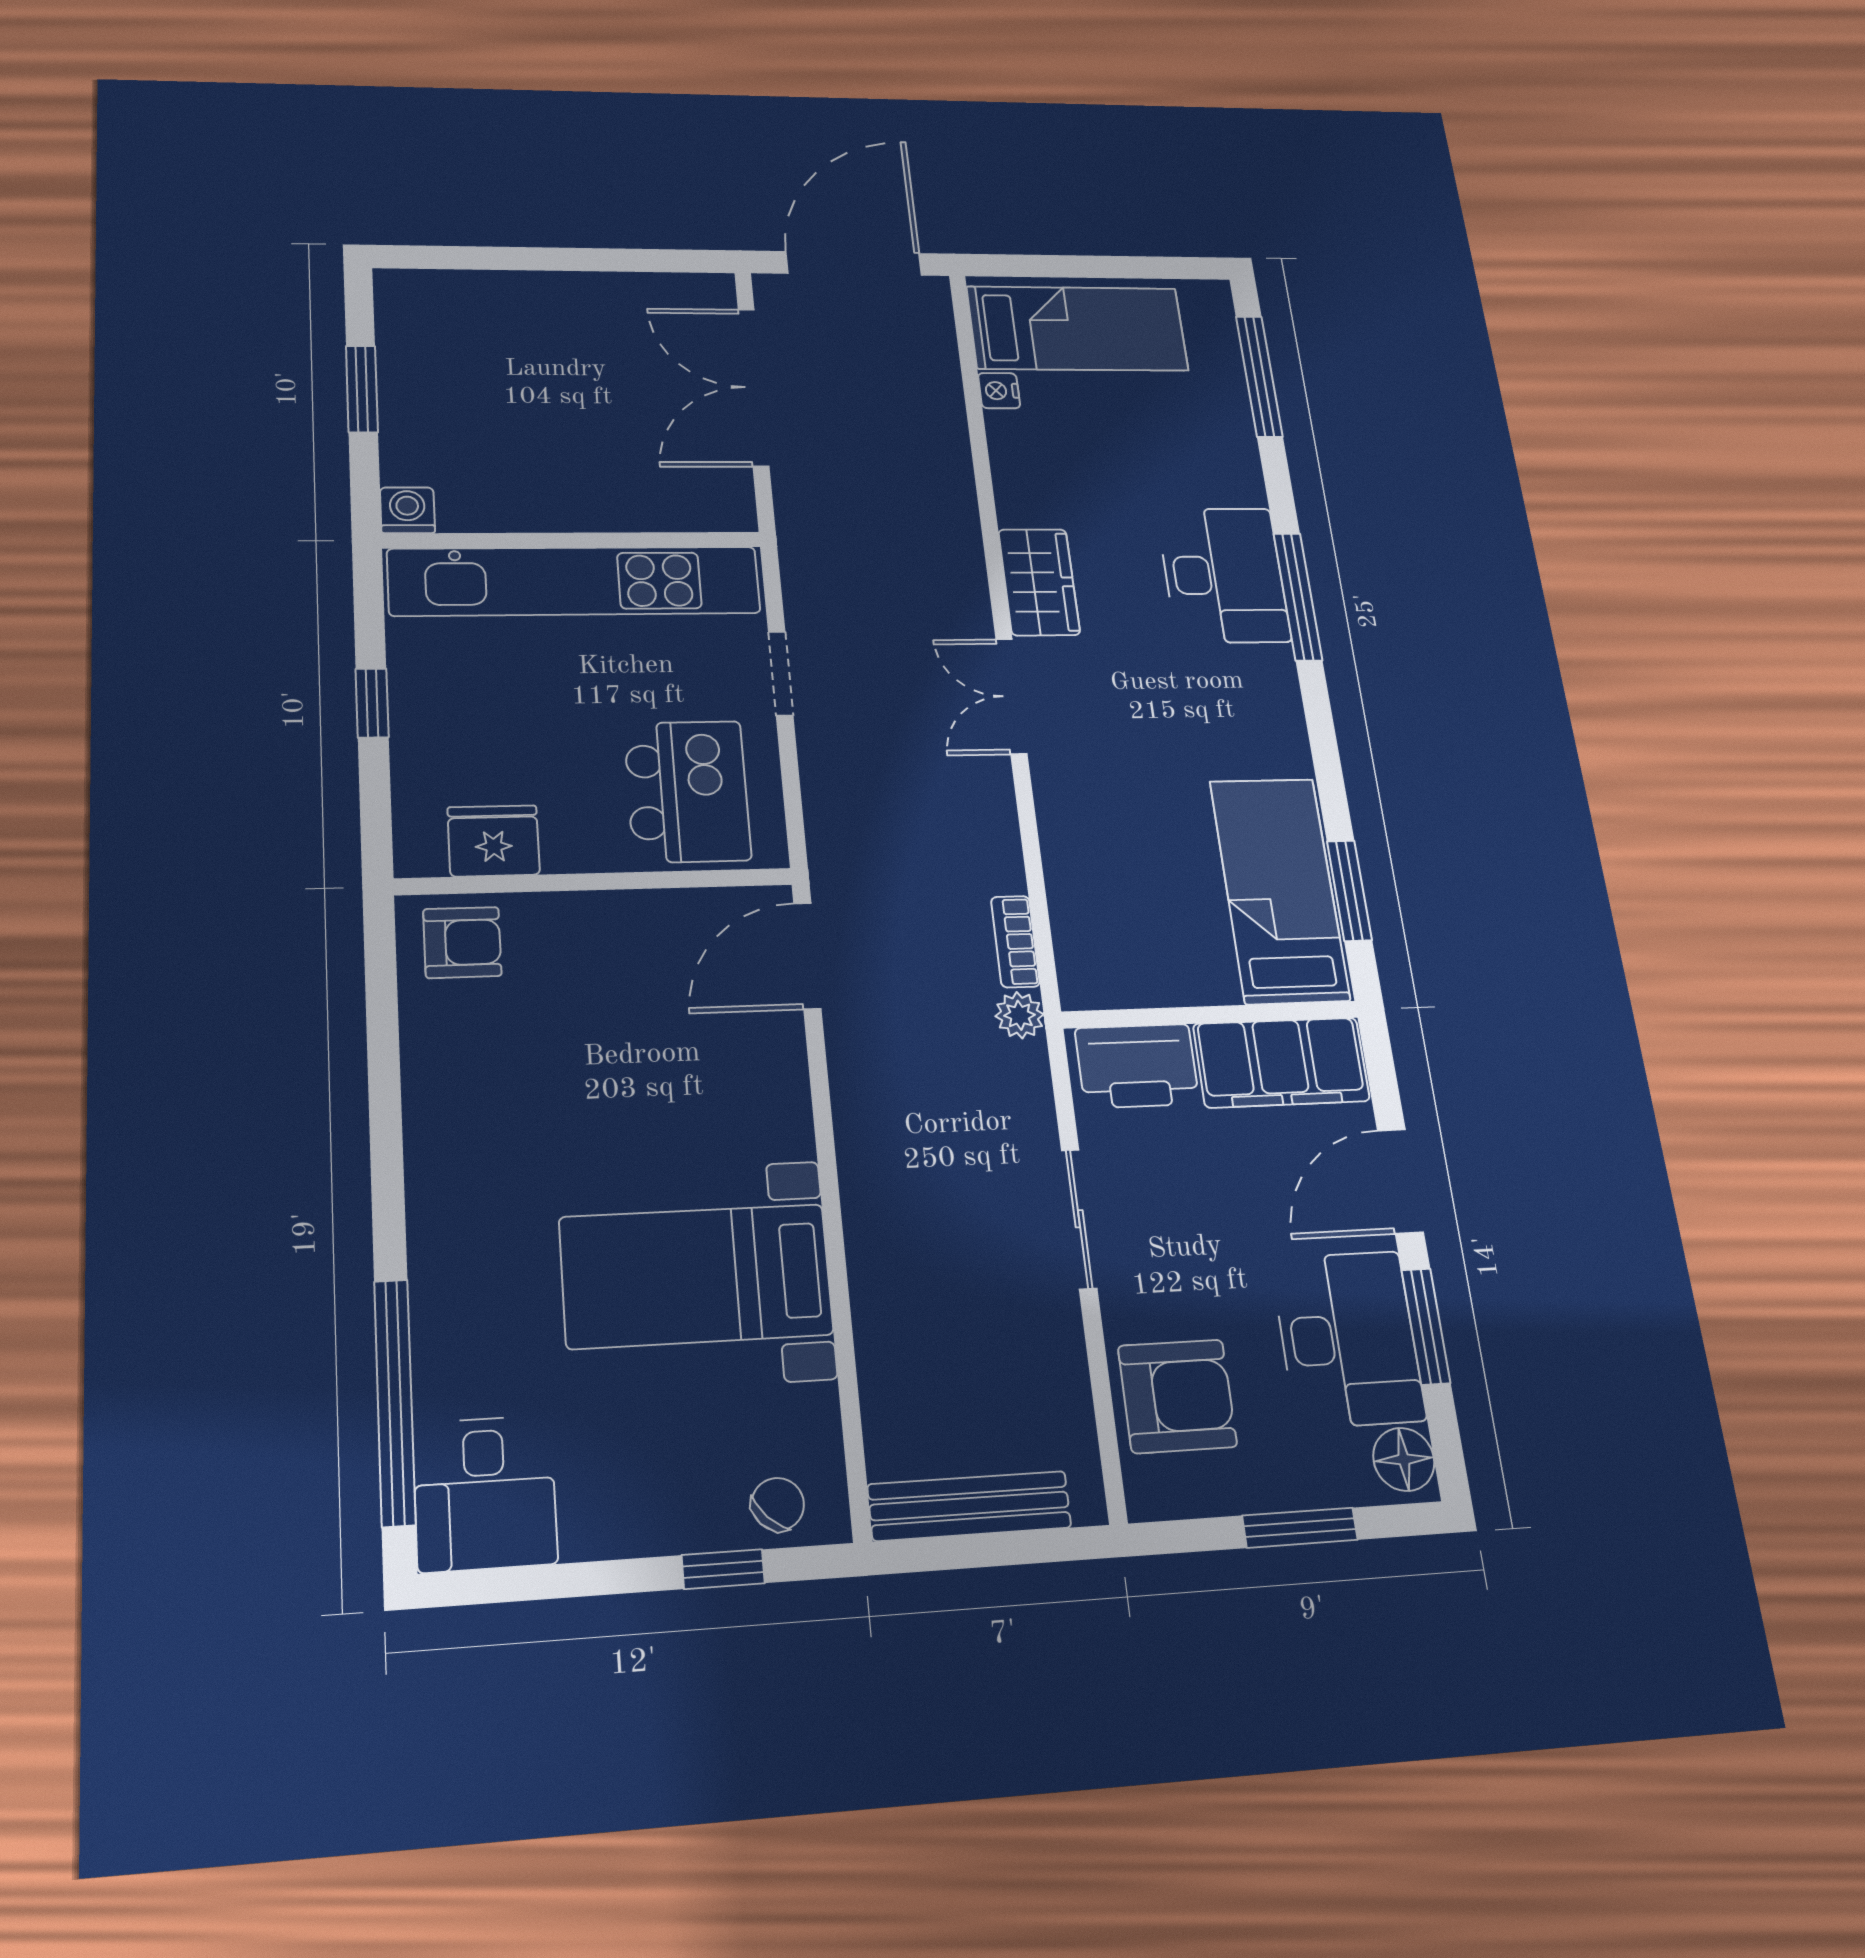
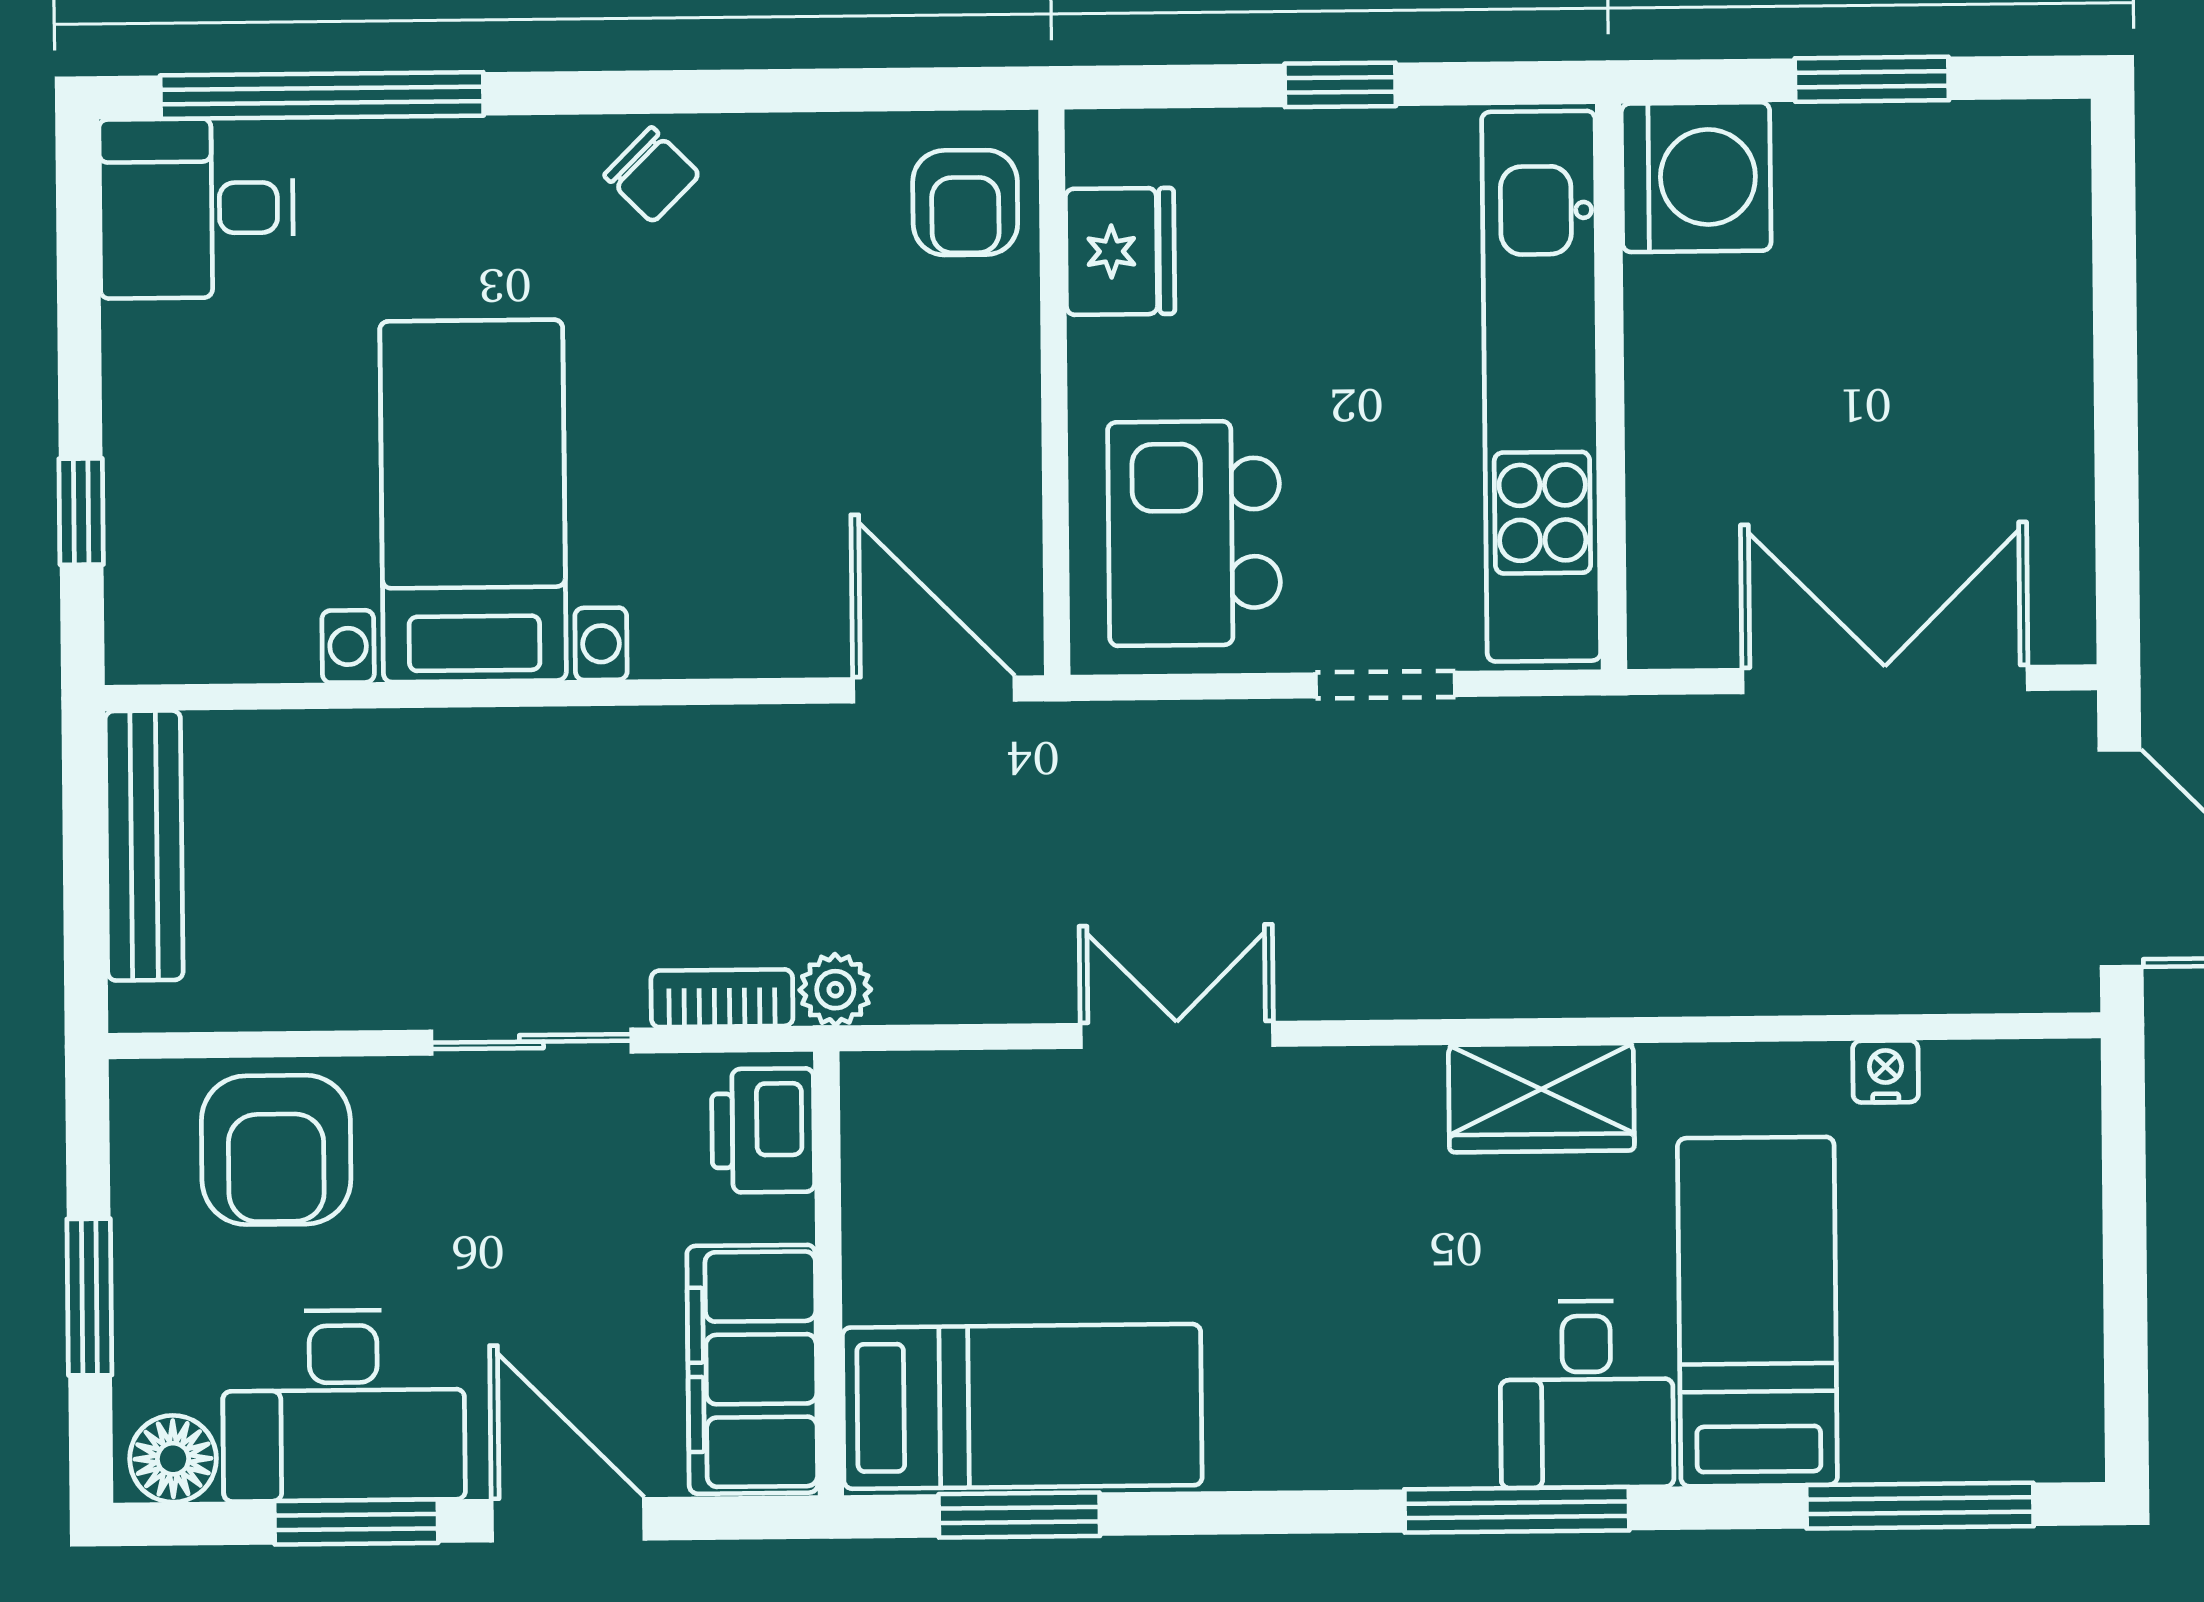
bed: (1077, 328) -> (1757, 1312), moved, turned 180
washing machine: (407, 510) -> (1696, 177), width x1.89, depth x1.89
desk: (1224, 575) -> (1587, 1394), width x0.73
double door: (1011, 696) -> (1177, 1035), moved
kitchen island: (687, 791) -> (1194, 533), turned 90
bookcase: (1015, 942) -> (722, 998), moved
printer: (1137, 1066) -> (763, 1130), width x0.73, depth x0.84
chair: (778, 1504) -> (652, 175), moved

